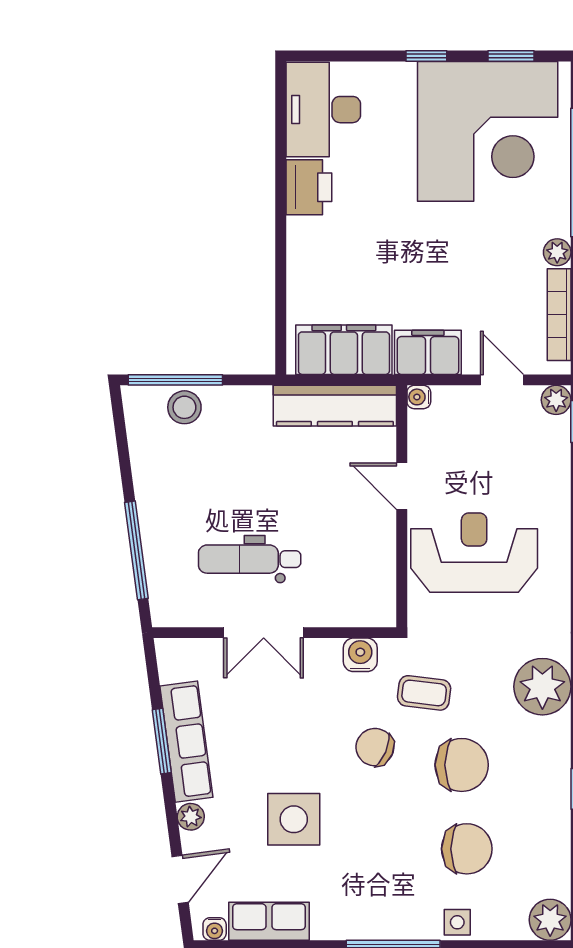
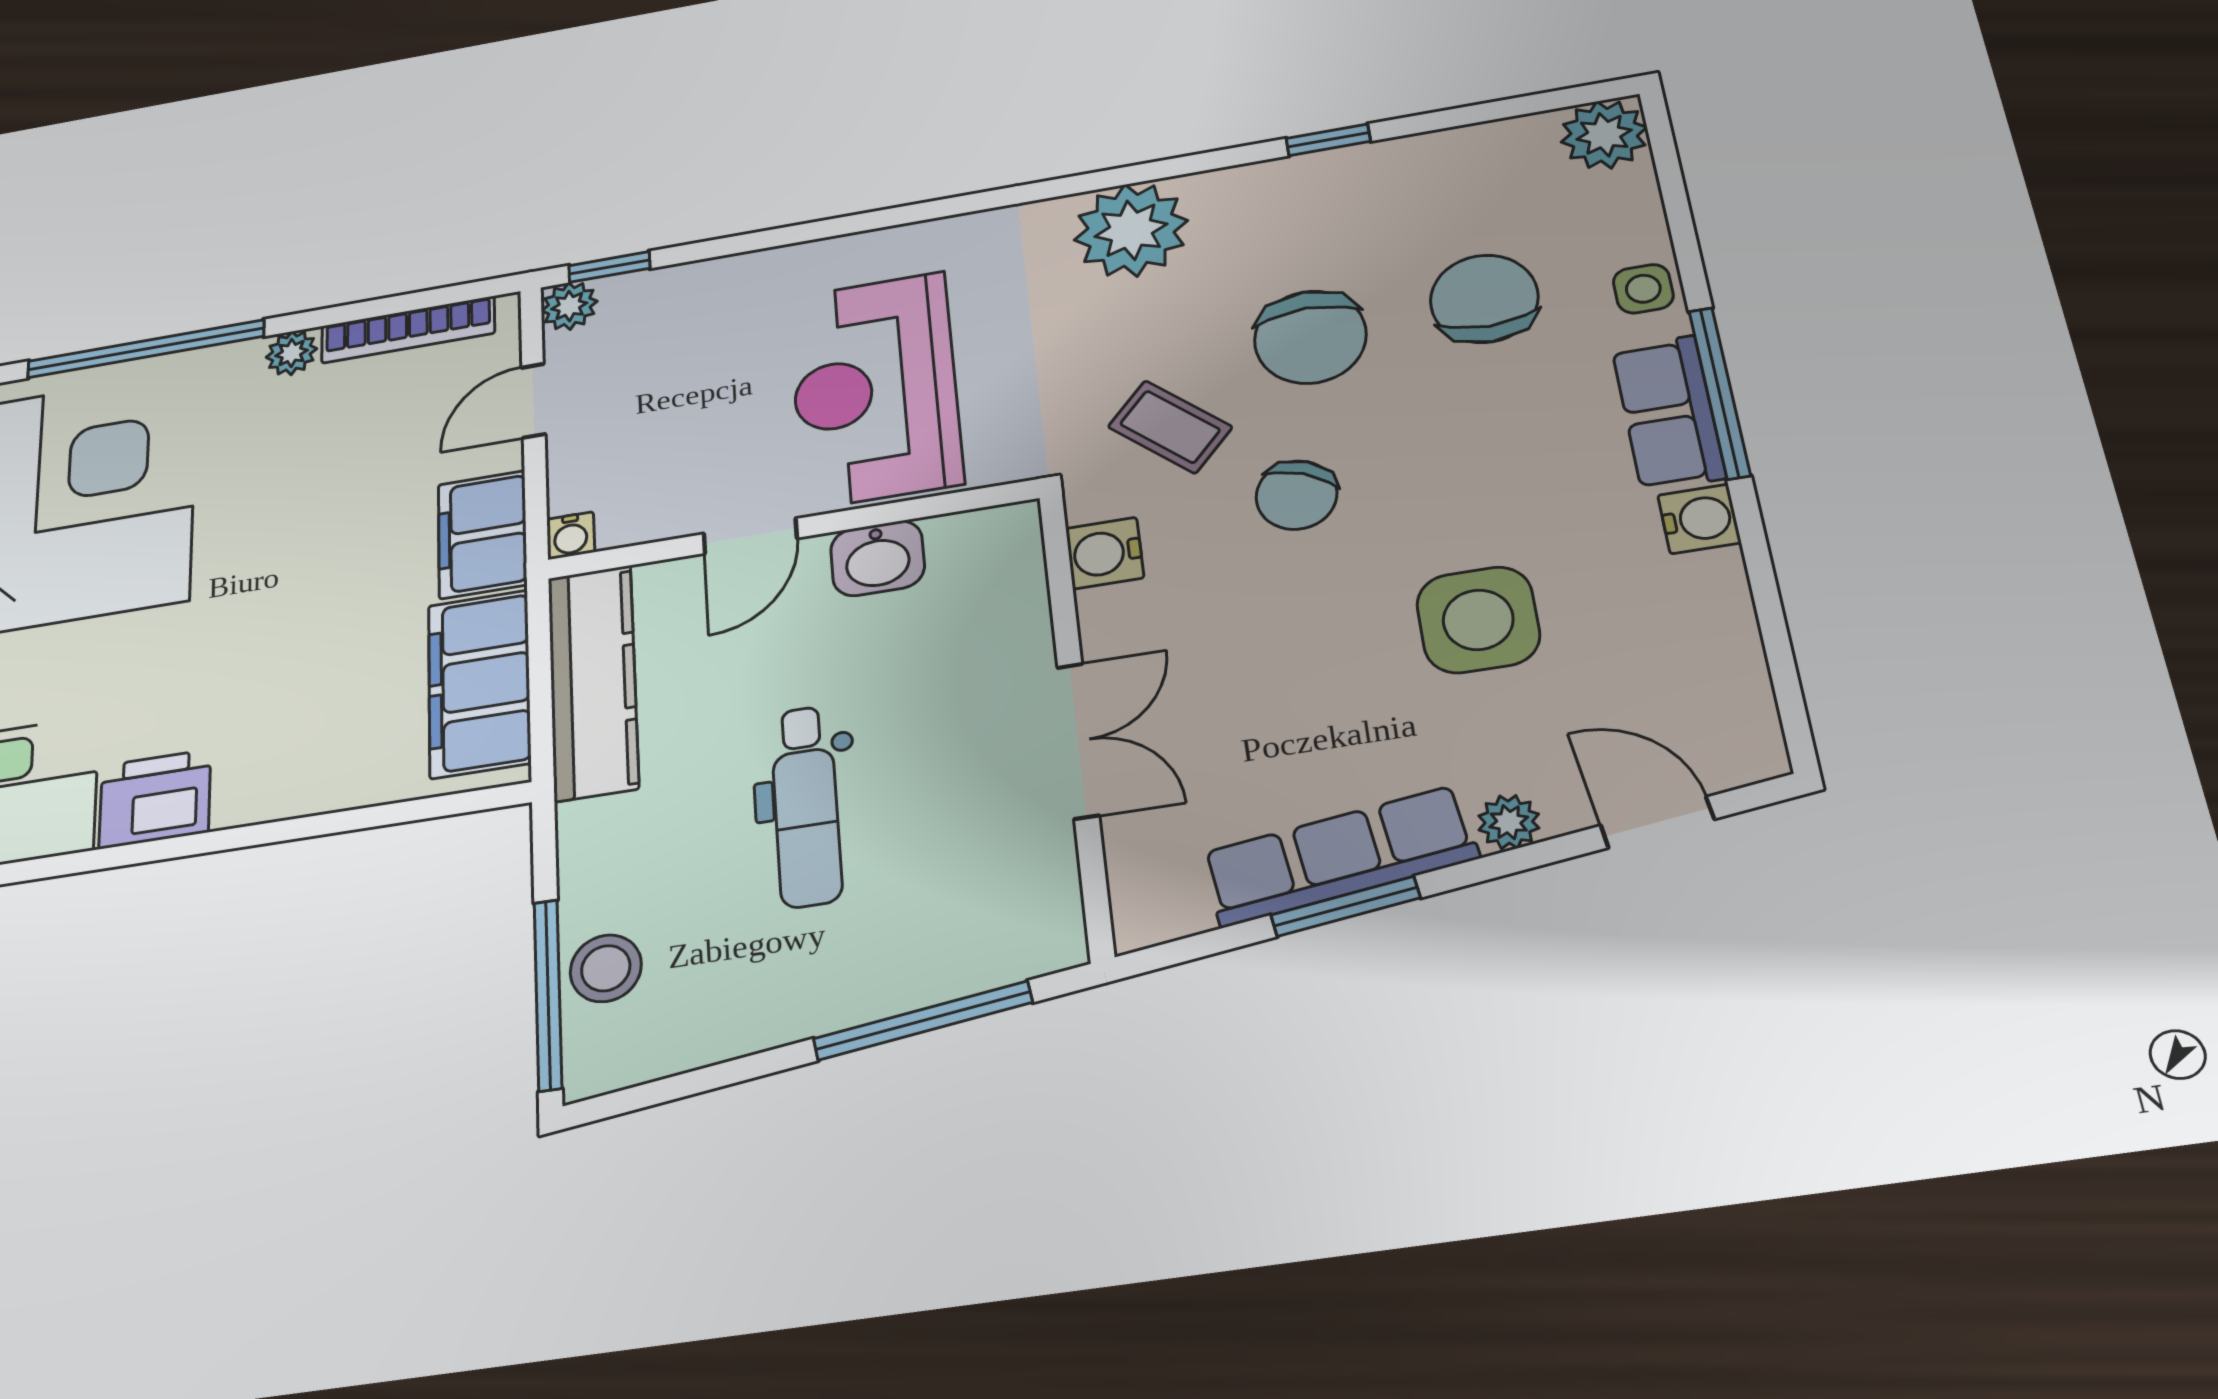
washbasin: (378, 547) -> (877, 558), added
dental chair: (250, 559) -> (806, 806), moved
coffee table: (424, 693) -> (1170, 427), turned -55
chair: (462, 765) -> (1310, 337), turned 180
row of seats: (269, 921) -> (1668, 413), moved
water cooler: (215, 929) -> (1699, 519), moved, width x1.38, depth x1.38

